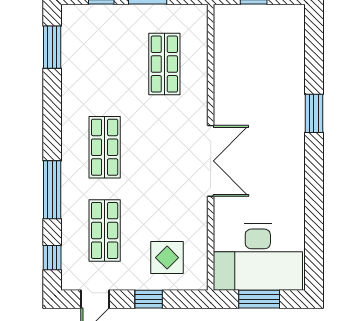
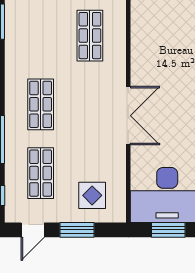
window: (149, 299) -> (77, 230), width x1.50

